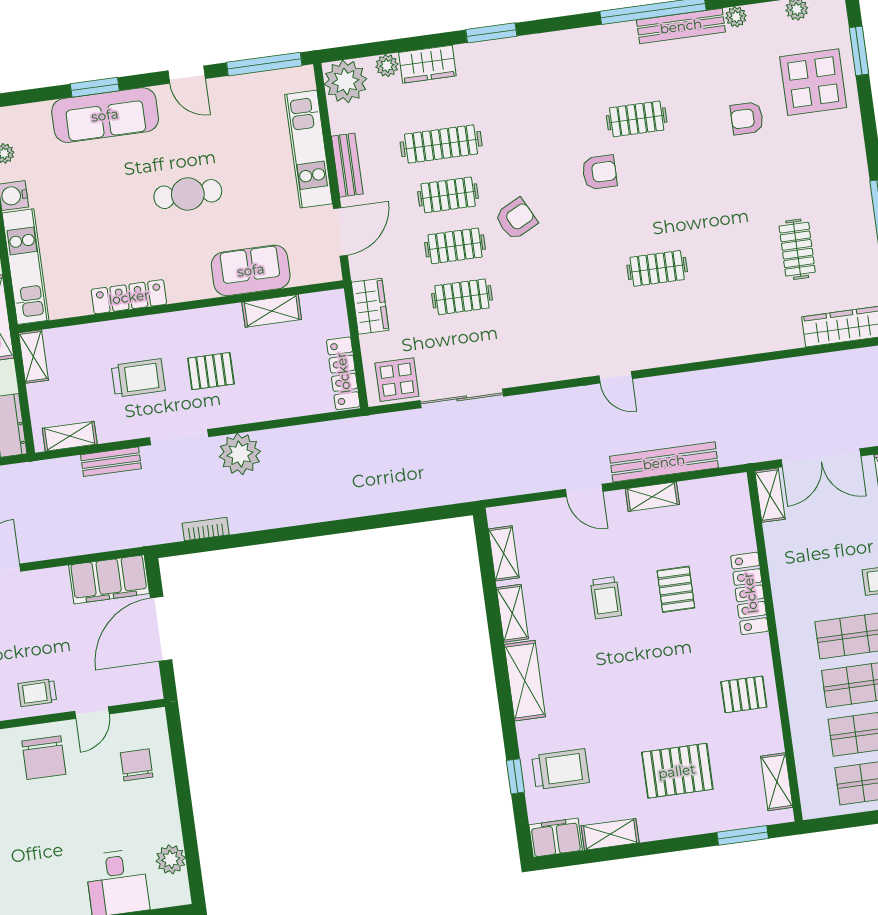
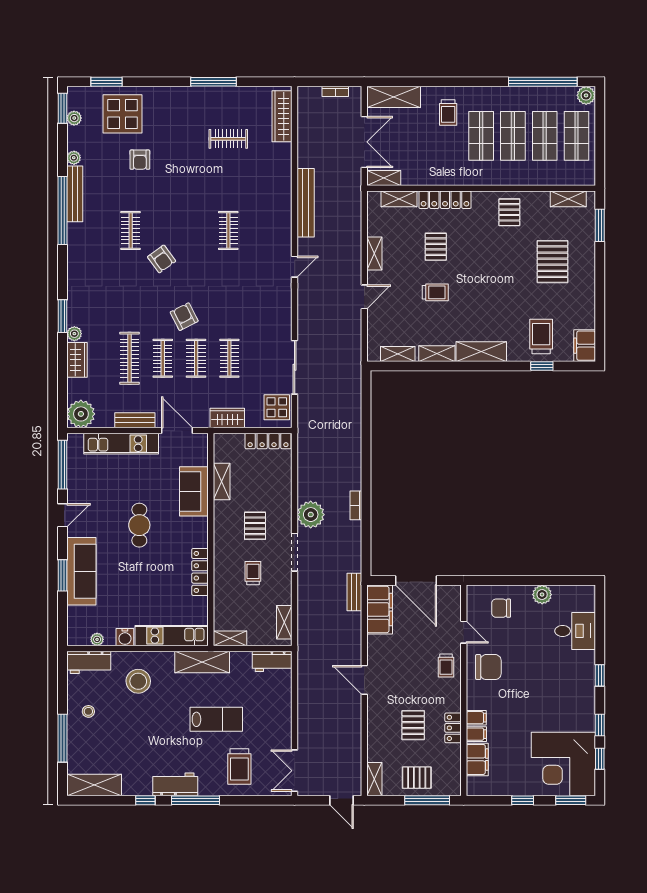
plant: (387, 66) -> (74, 334), moved
armchair: (600, 172) -> (162, 259), turned 144
trolley: (138, 378) -> (253, 573), width x0.73, depth x0.72
bench: (111, 462) -> (354, 592), moved
bench: (664, 462) -> (306, 203), moved
bookcase: (206, 529) -> (356, 505), moved
pallet: (676, 589) -> (436, 247), turned 90
shelving: (610, 834) -> (399, 199), moved, turned 90
plant: (171, 859) -> (542, 595), moved

